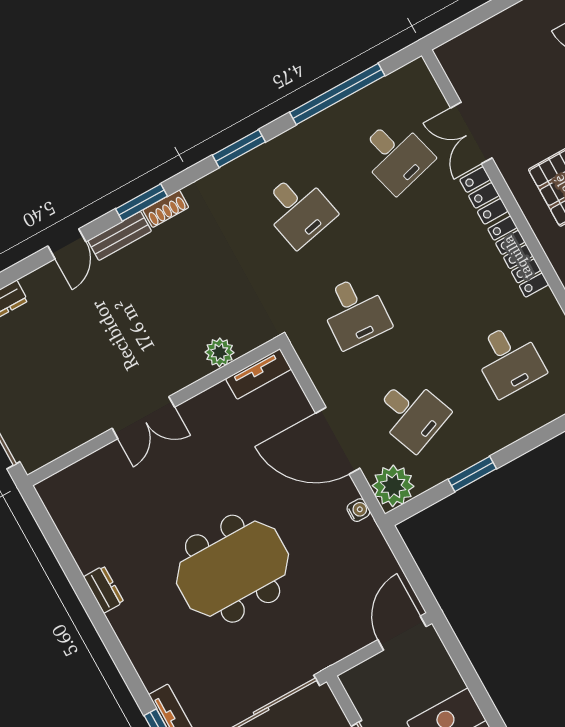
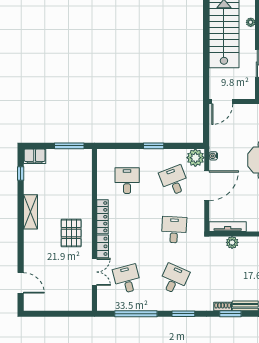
desk: (298, 210) -> (174, 279), turned 36
tv unit: (258, 374) -> (228, 227), width x1.41
door: (338, 441) -> (207, 186), hinge flipped
window: (472, 474) -> (154, 146), moved

